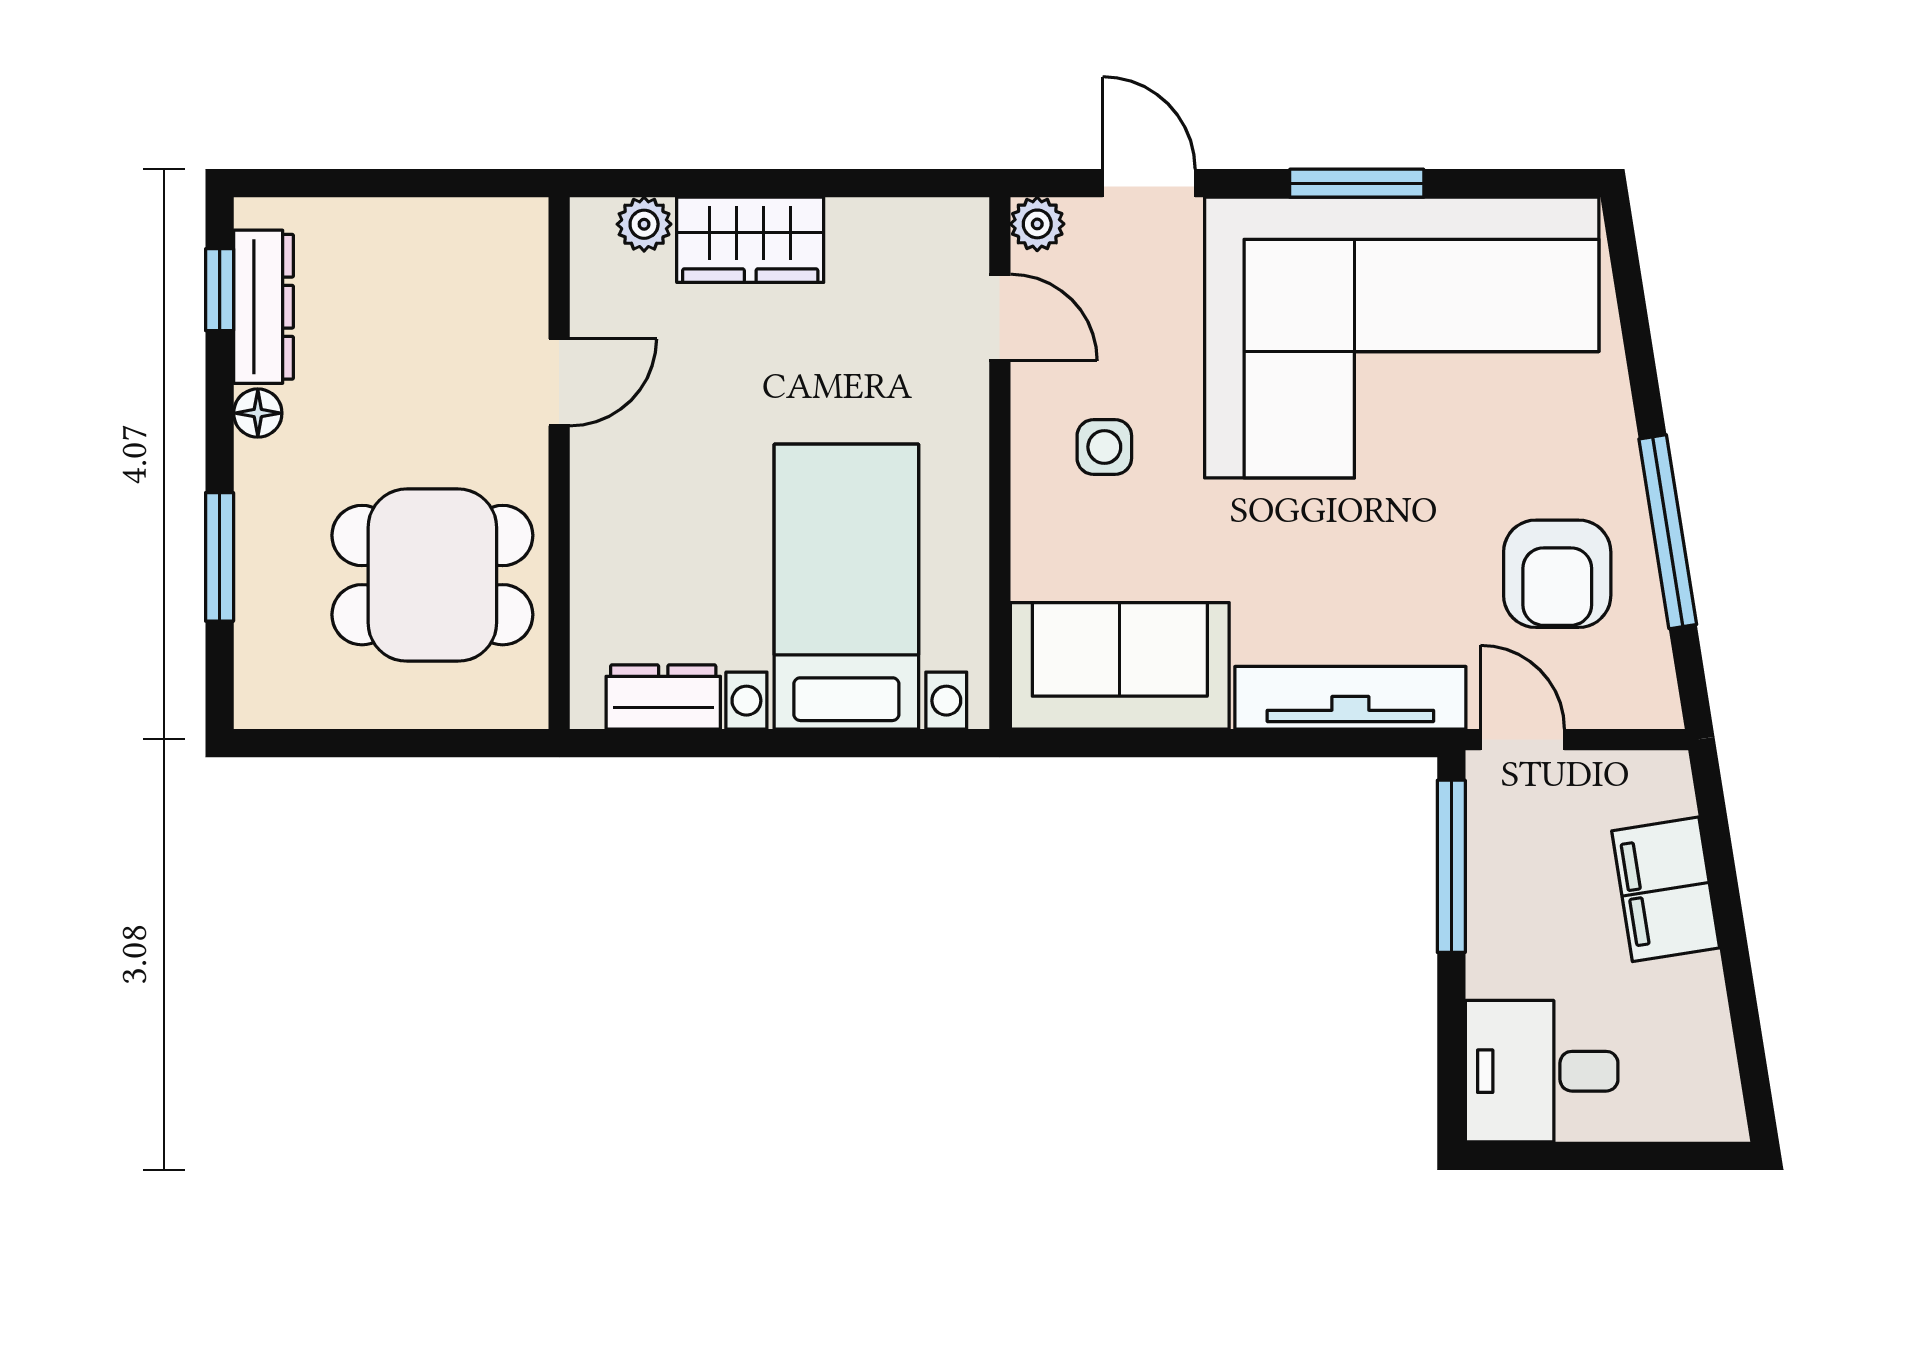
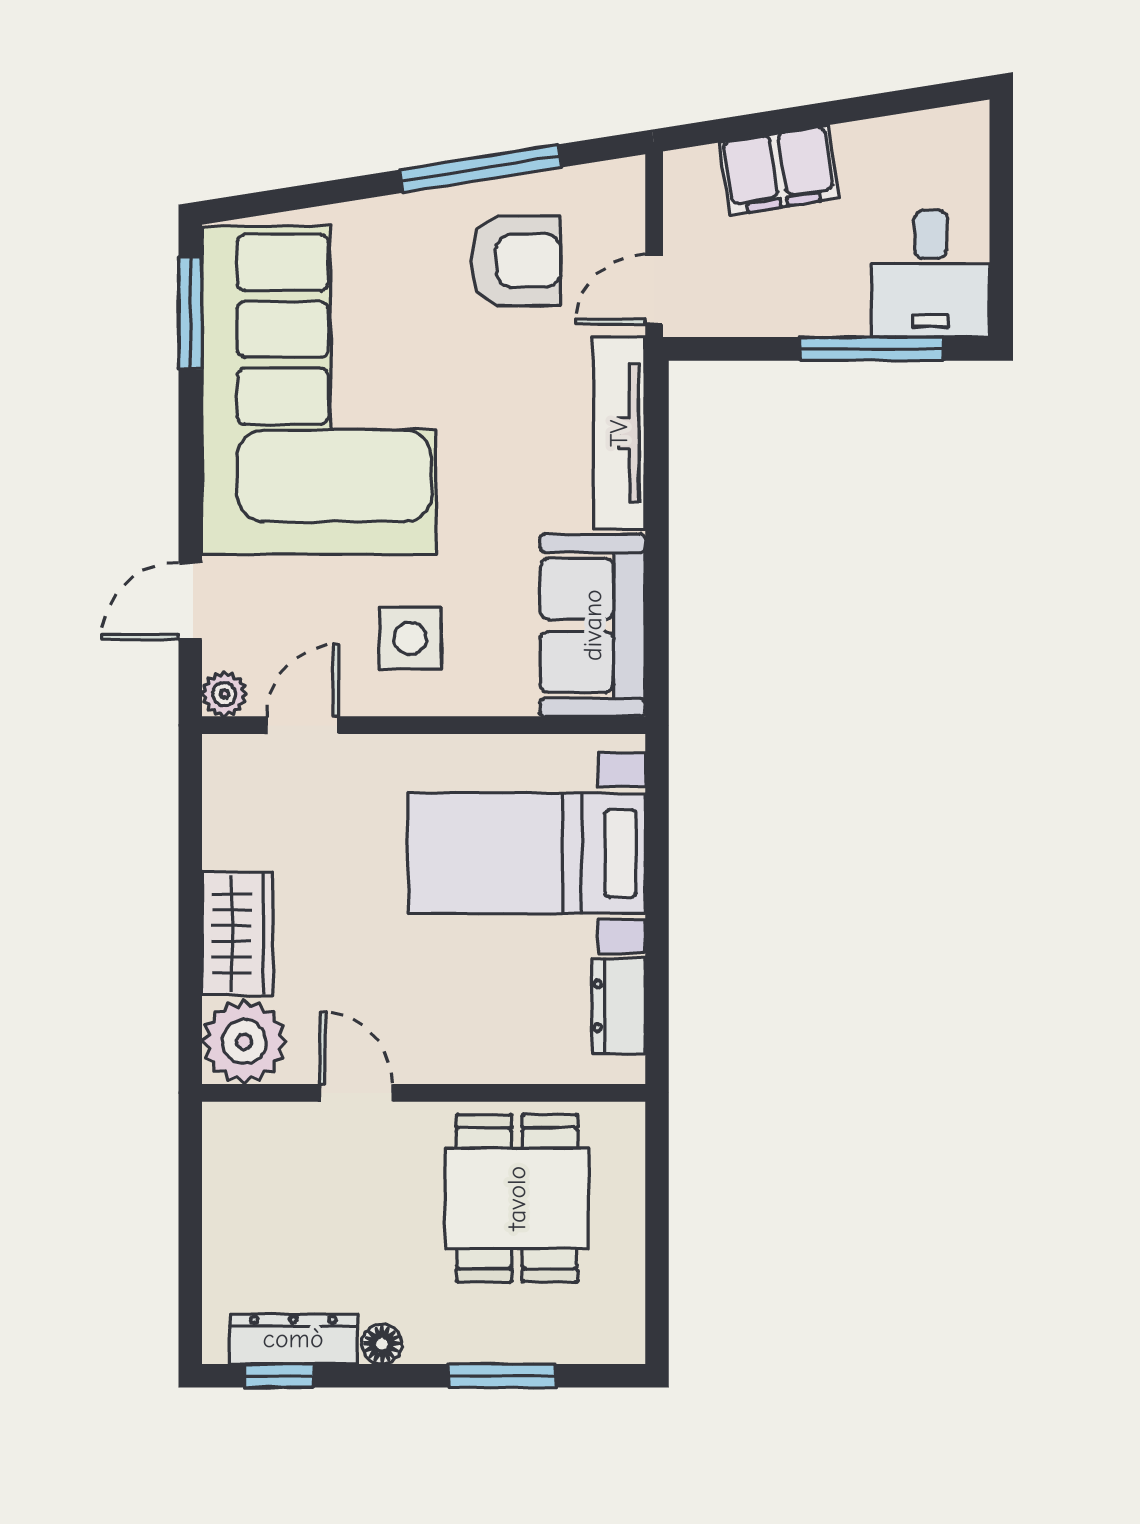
window: (1357, 183) -> (190, 313), moved
plant: (644, 224) -> (244, 1042), width x1.88, depth x1.88
side table: (1104, 447) -> (410, 638), width x1.37, depth x1.37
window: (1451, 866) -> (871, 349), moved

